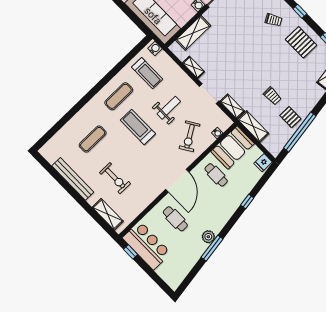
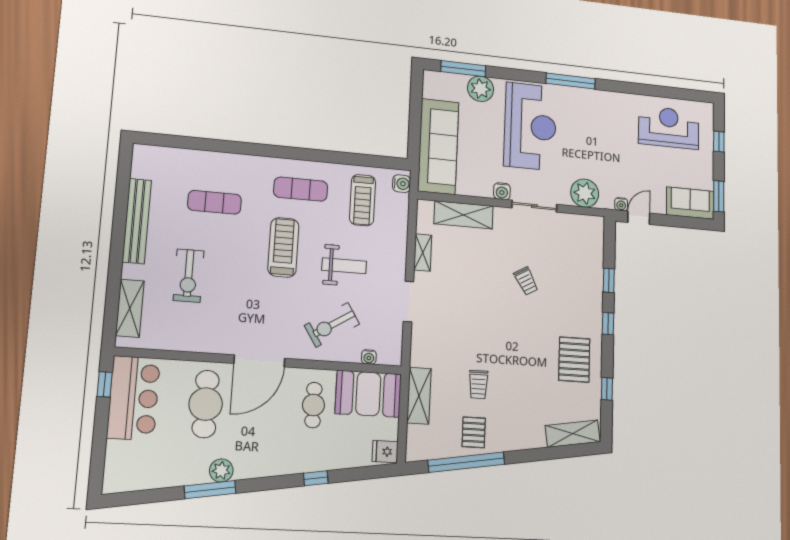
trolley: (273, 20) -> (526, 281), moved
shelving: (232, 106) -> (420, 345), removed
cafe table: (175, 219) -> (206, 404), width x1.37, depth x1.35

